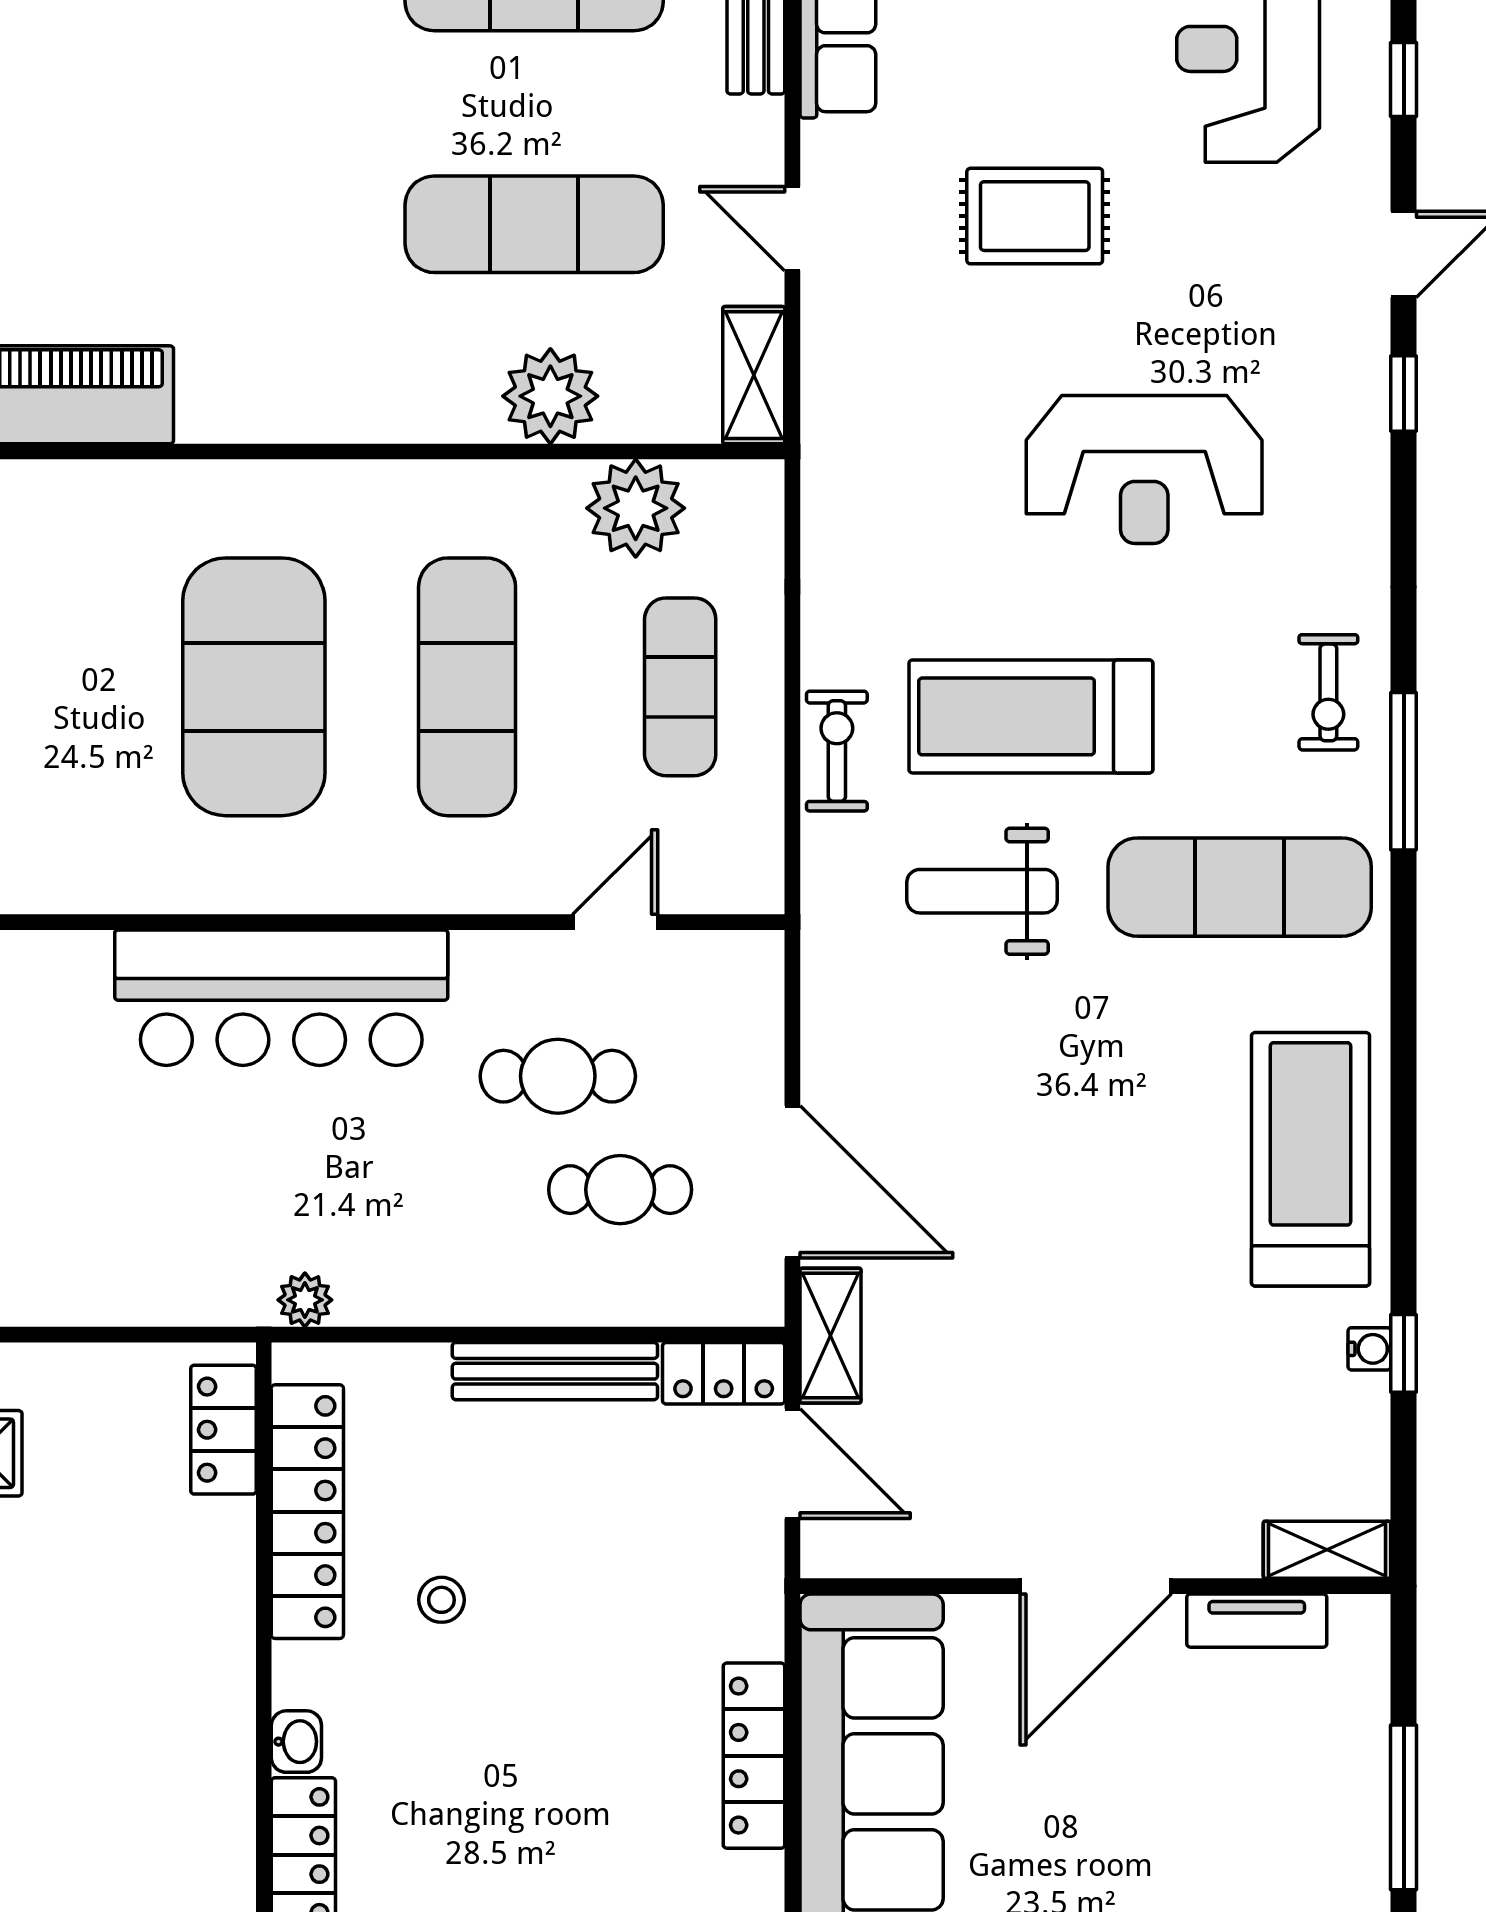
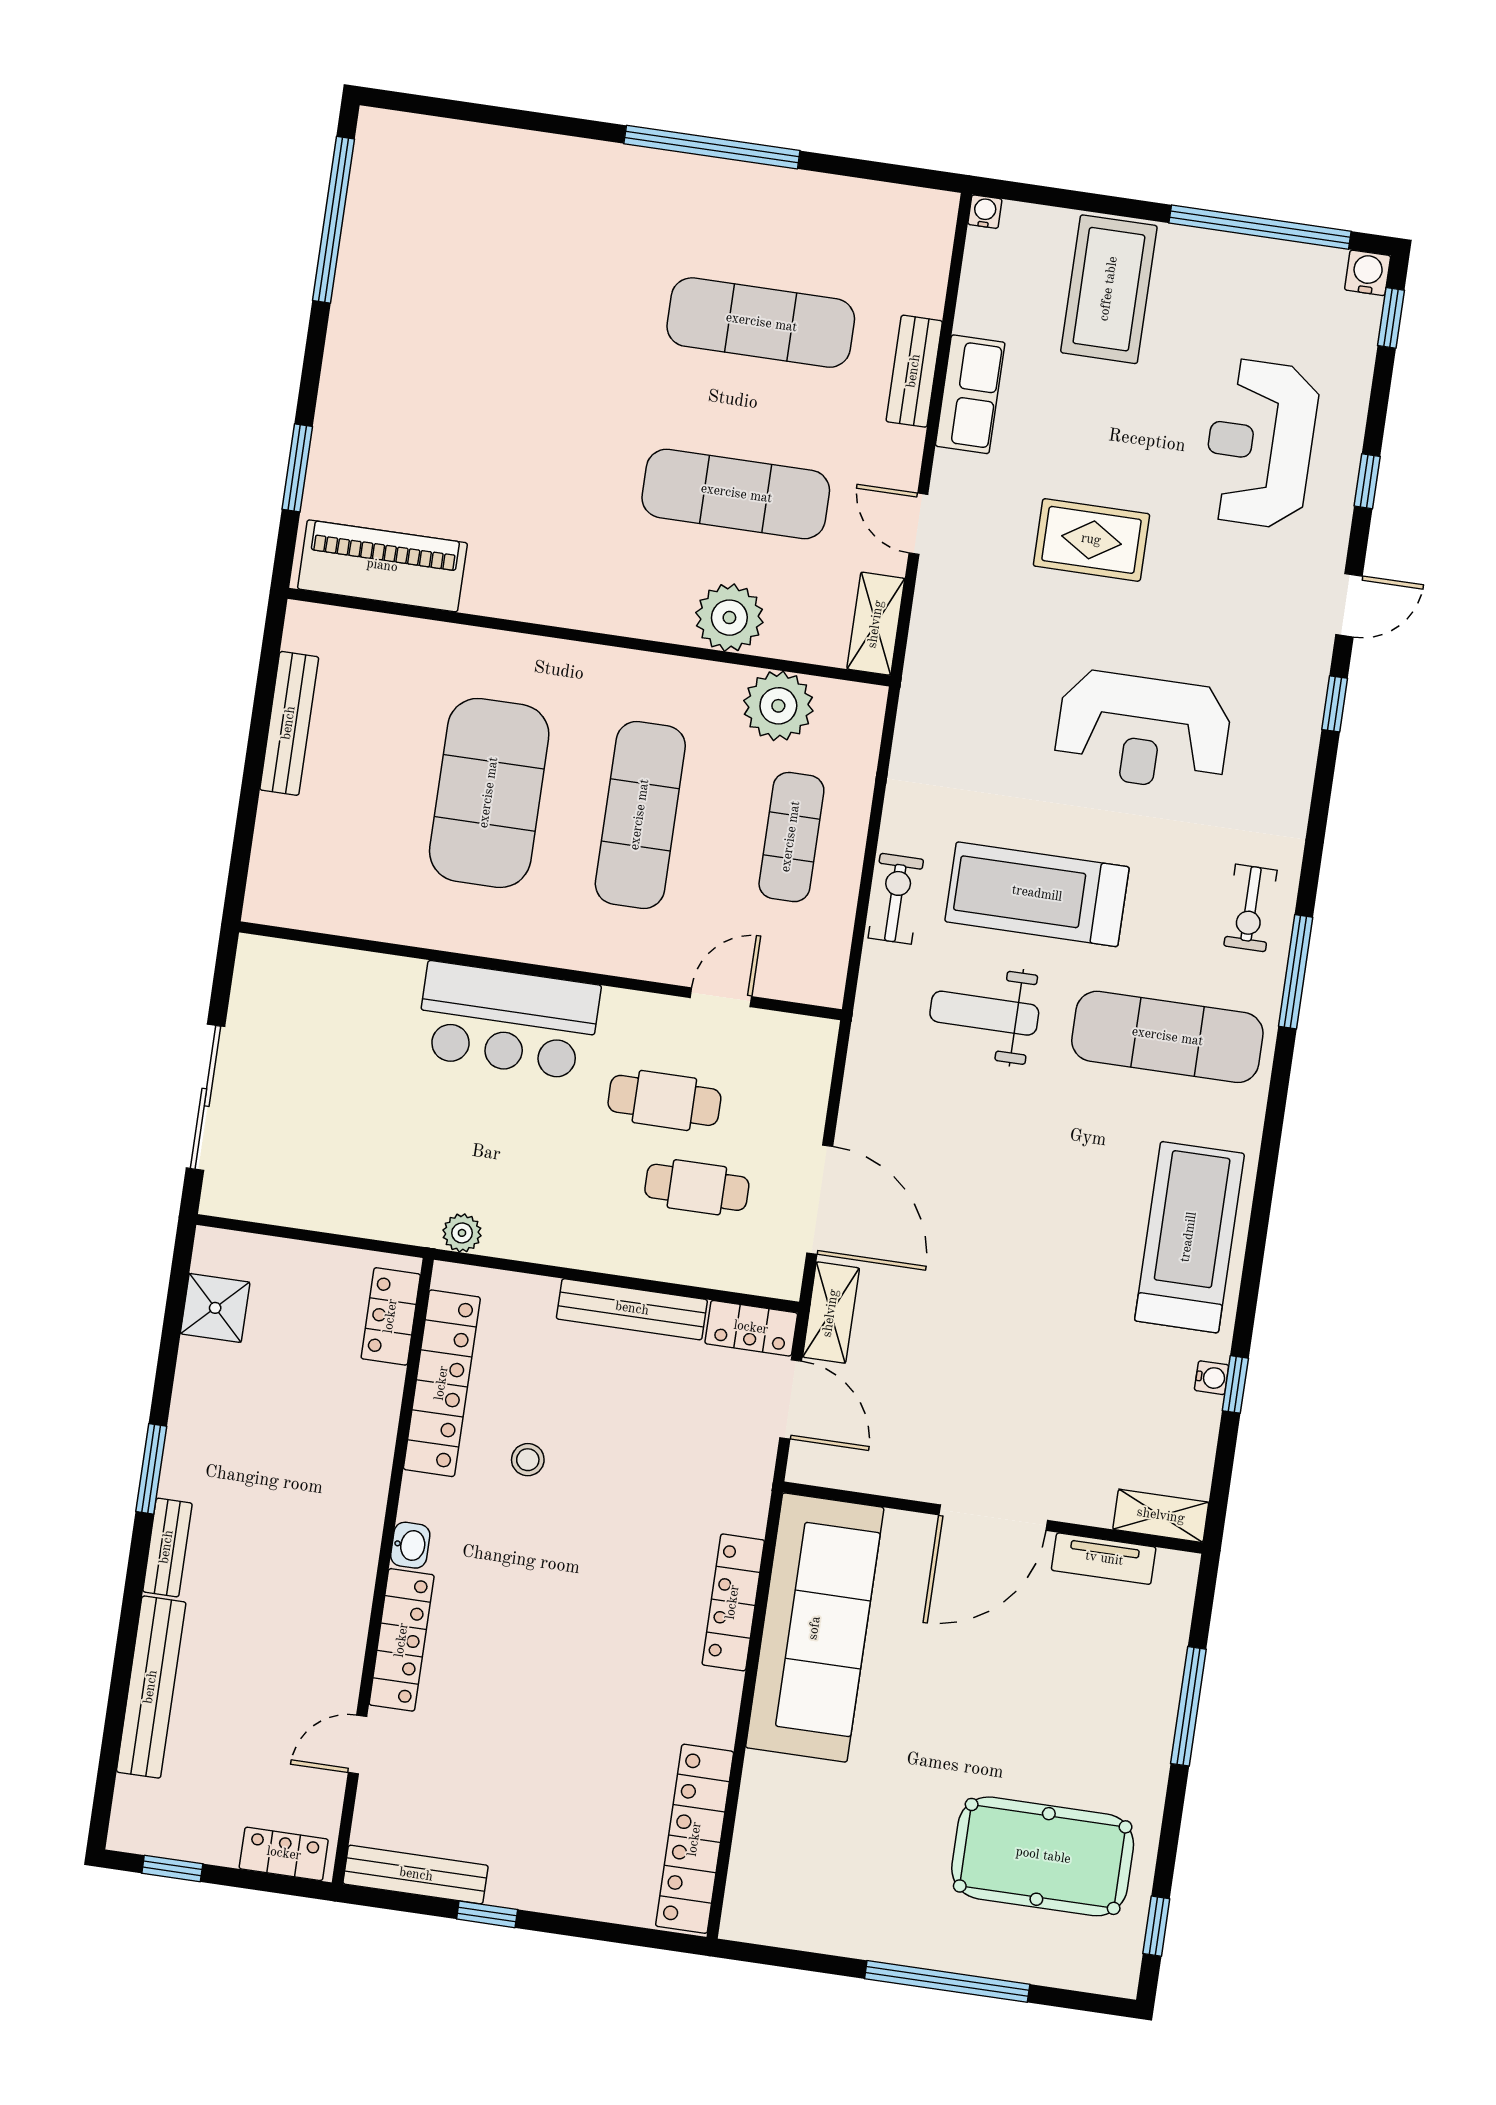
bar counter: (281, 998) -> (508, 1021), width x0.73

